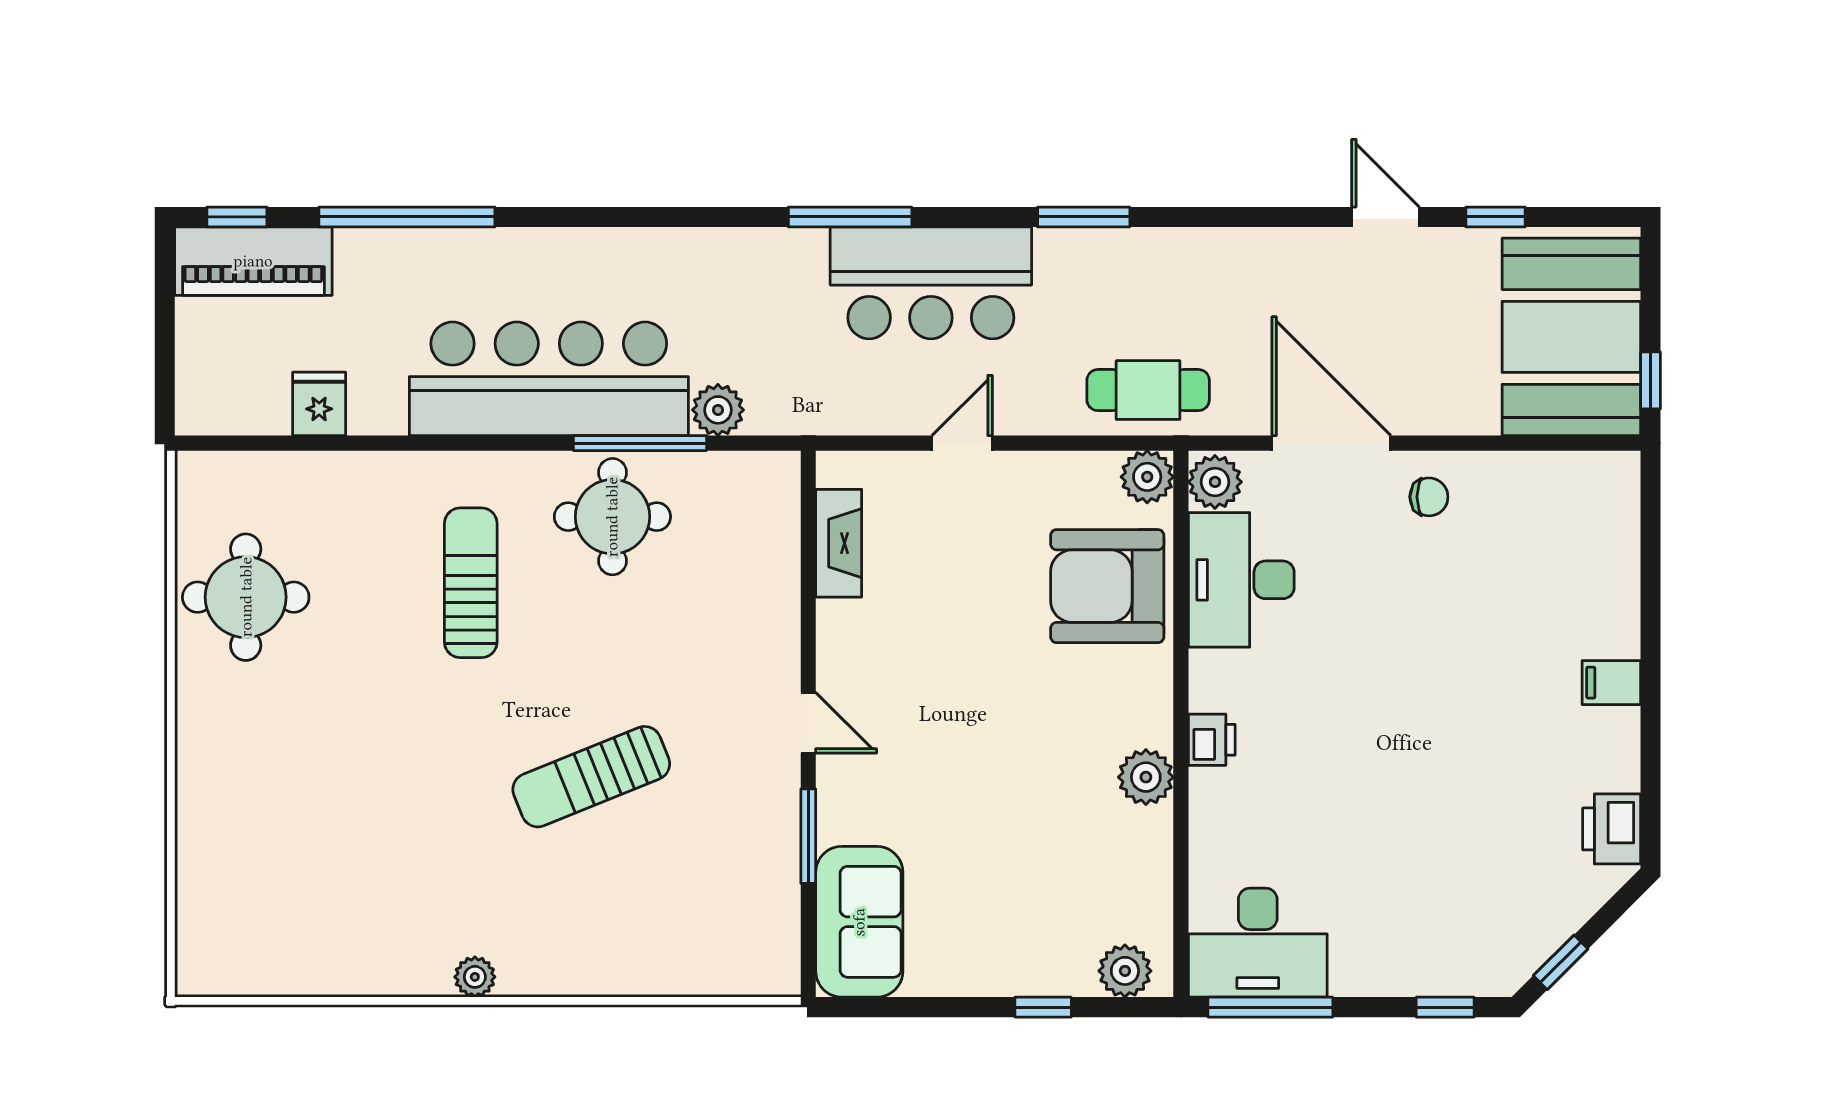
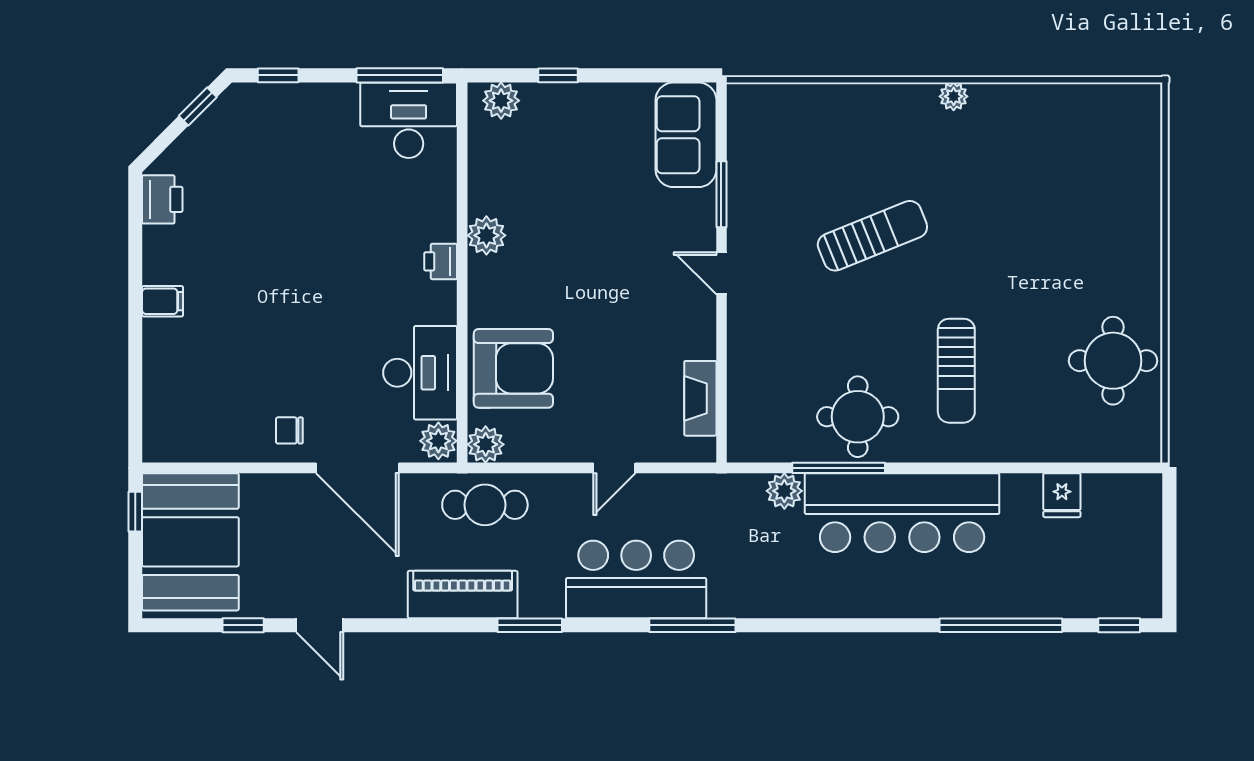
piano: (253, 261) -> (463, 595), moved

